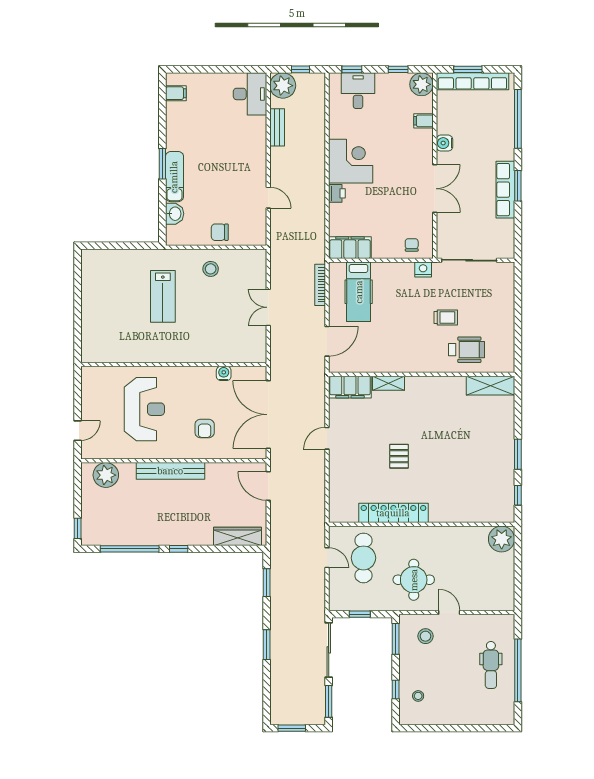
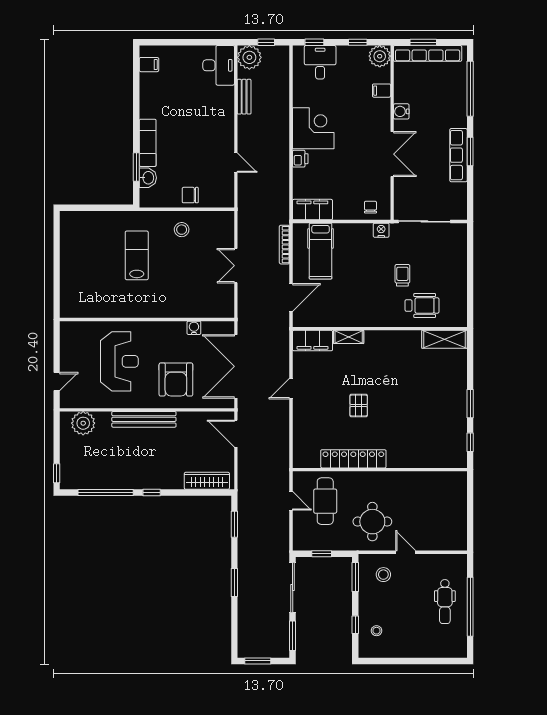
window: (162, 164) -> (136, 167), moved
lab bench: (163, 296) -> (137, 255), turned 180
trolley: (446, 318) -> (402, 275), turned -90
armchair: (205, 428) -> (176, 380), width x1.88, depth x1.88
plant: (502, 539) -> (455, 483), removed

